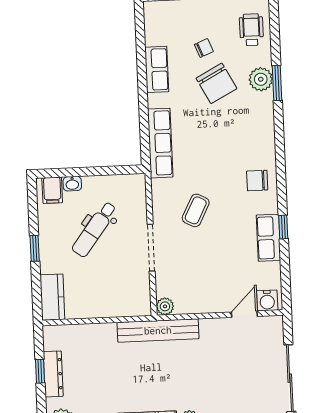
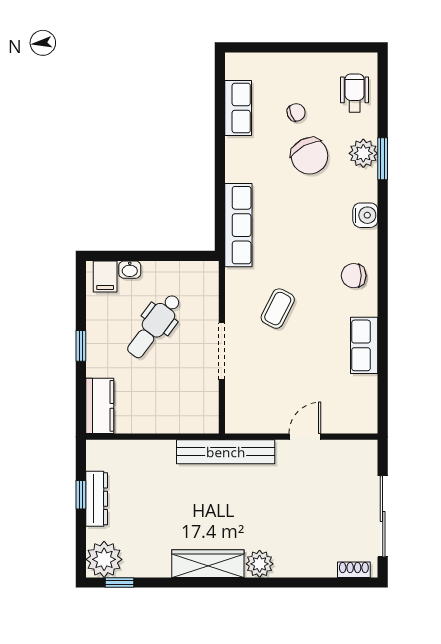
row of seats: (157, 69) -> (238, 108), moved
window: (283, 227) -> (383, 333), removed
water cooler: (267, 300) -> (365, 215), moved, turned -90
plant: (165, 306) -> (235, 423), removed
door: (244, 314) -> (305, 437), moved

